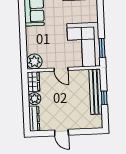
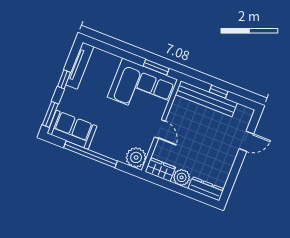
window: (23, 29) -> (91, 154), added
door: (61, 69) -> (160, 129), hinge flipped
door: (61, 133) -> (246, 141), moved

